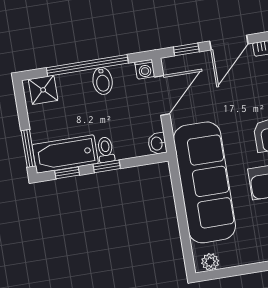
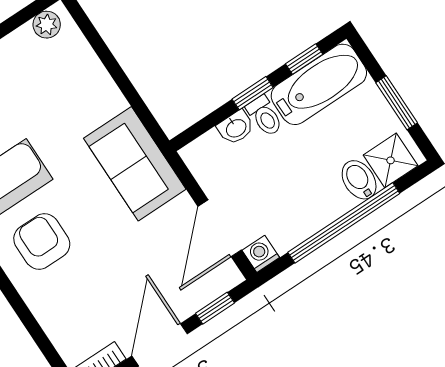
bidet: (103, 81) -> (359, 180), moved
washbasin: (157, 143) -> (236, 128), moved, turned 90
window: (28, 148) -> (397, 103), moved
sofa: (205, 182) -> (135, 164), width x0.54, depth x0.79

